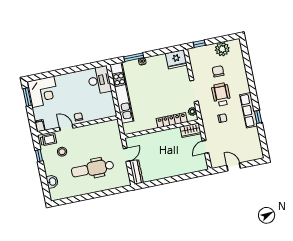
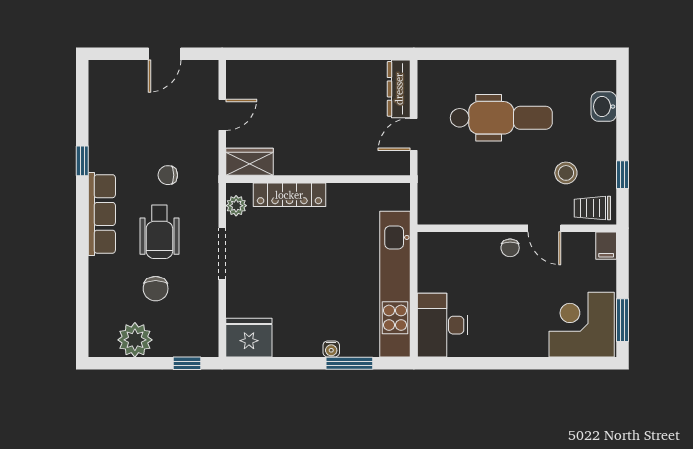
row of seats: (249, 110) -> (102, 214), moved
door: (234, 167) -> (165, 54), hinge flipped

